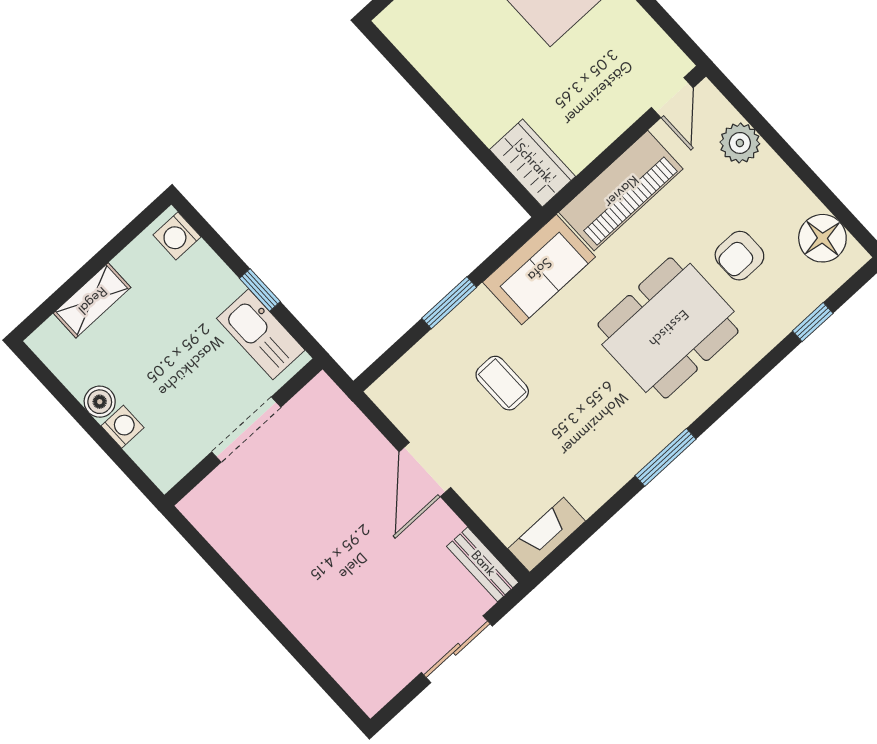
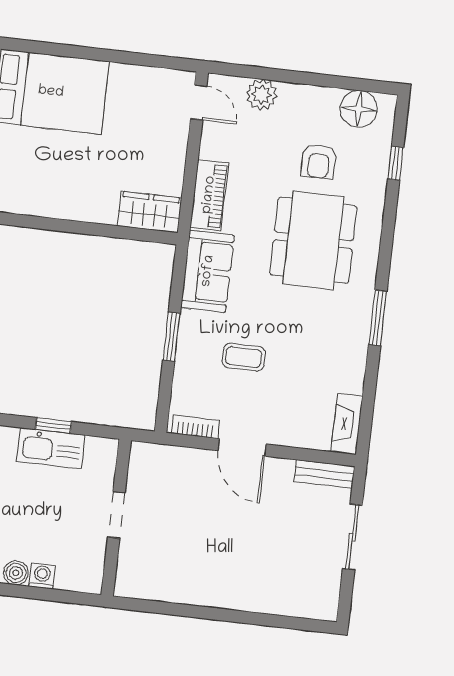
piano: (621, 191) -> (209, 195), width x0.73, depth x0.75
kitchen sink: (261, 334) -> (51, 448), moved
bookcase: (397, 411) -> (196, 427), added
doorway: (246, 430) -> (116, 515), width x0.73

